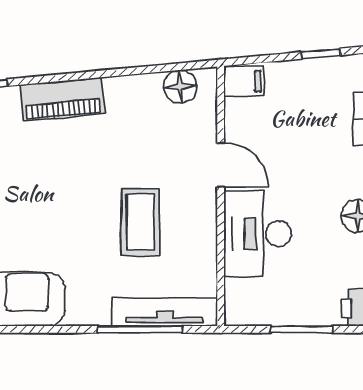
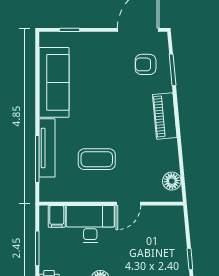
filing cabinet: (244, 81) -> (57, 216), moved
tv unit: (165, 312) -> (47, 148), moved

